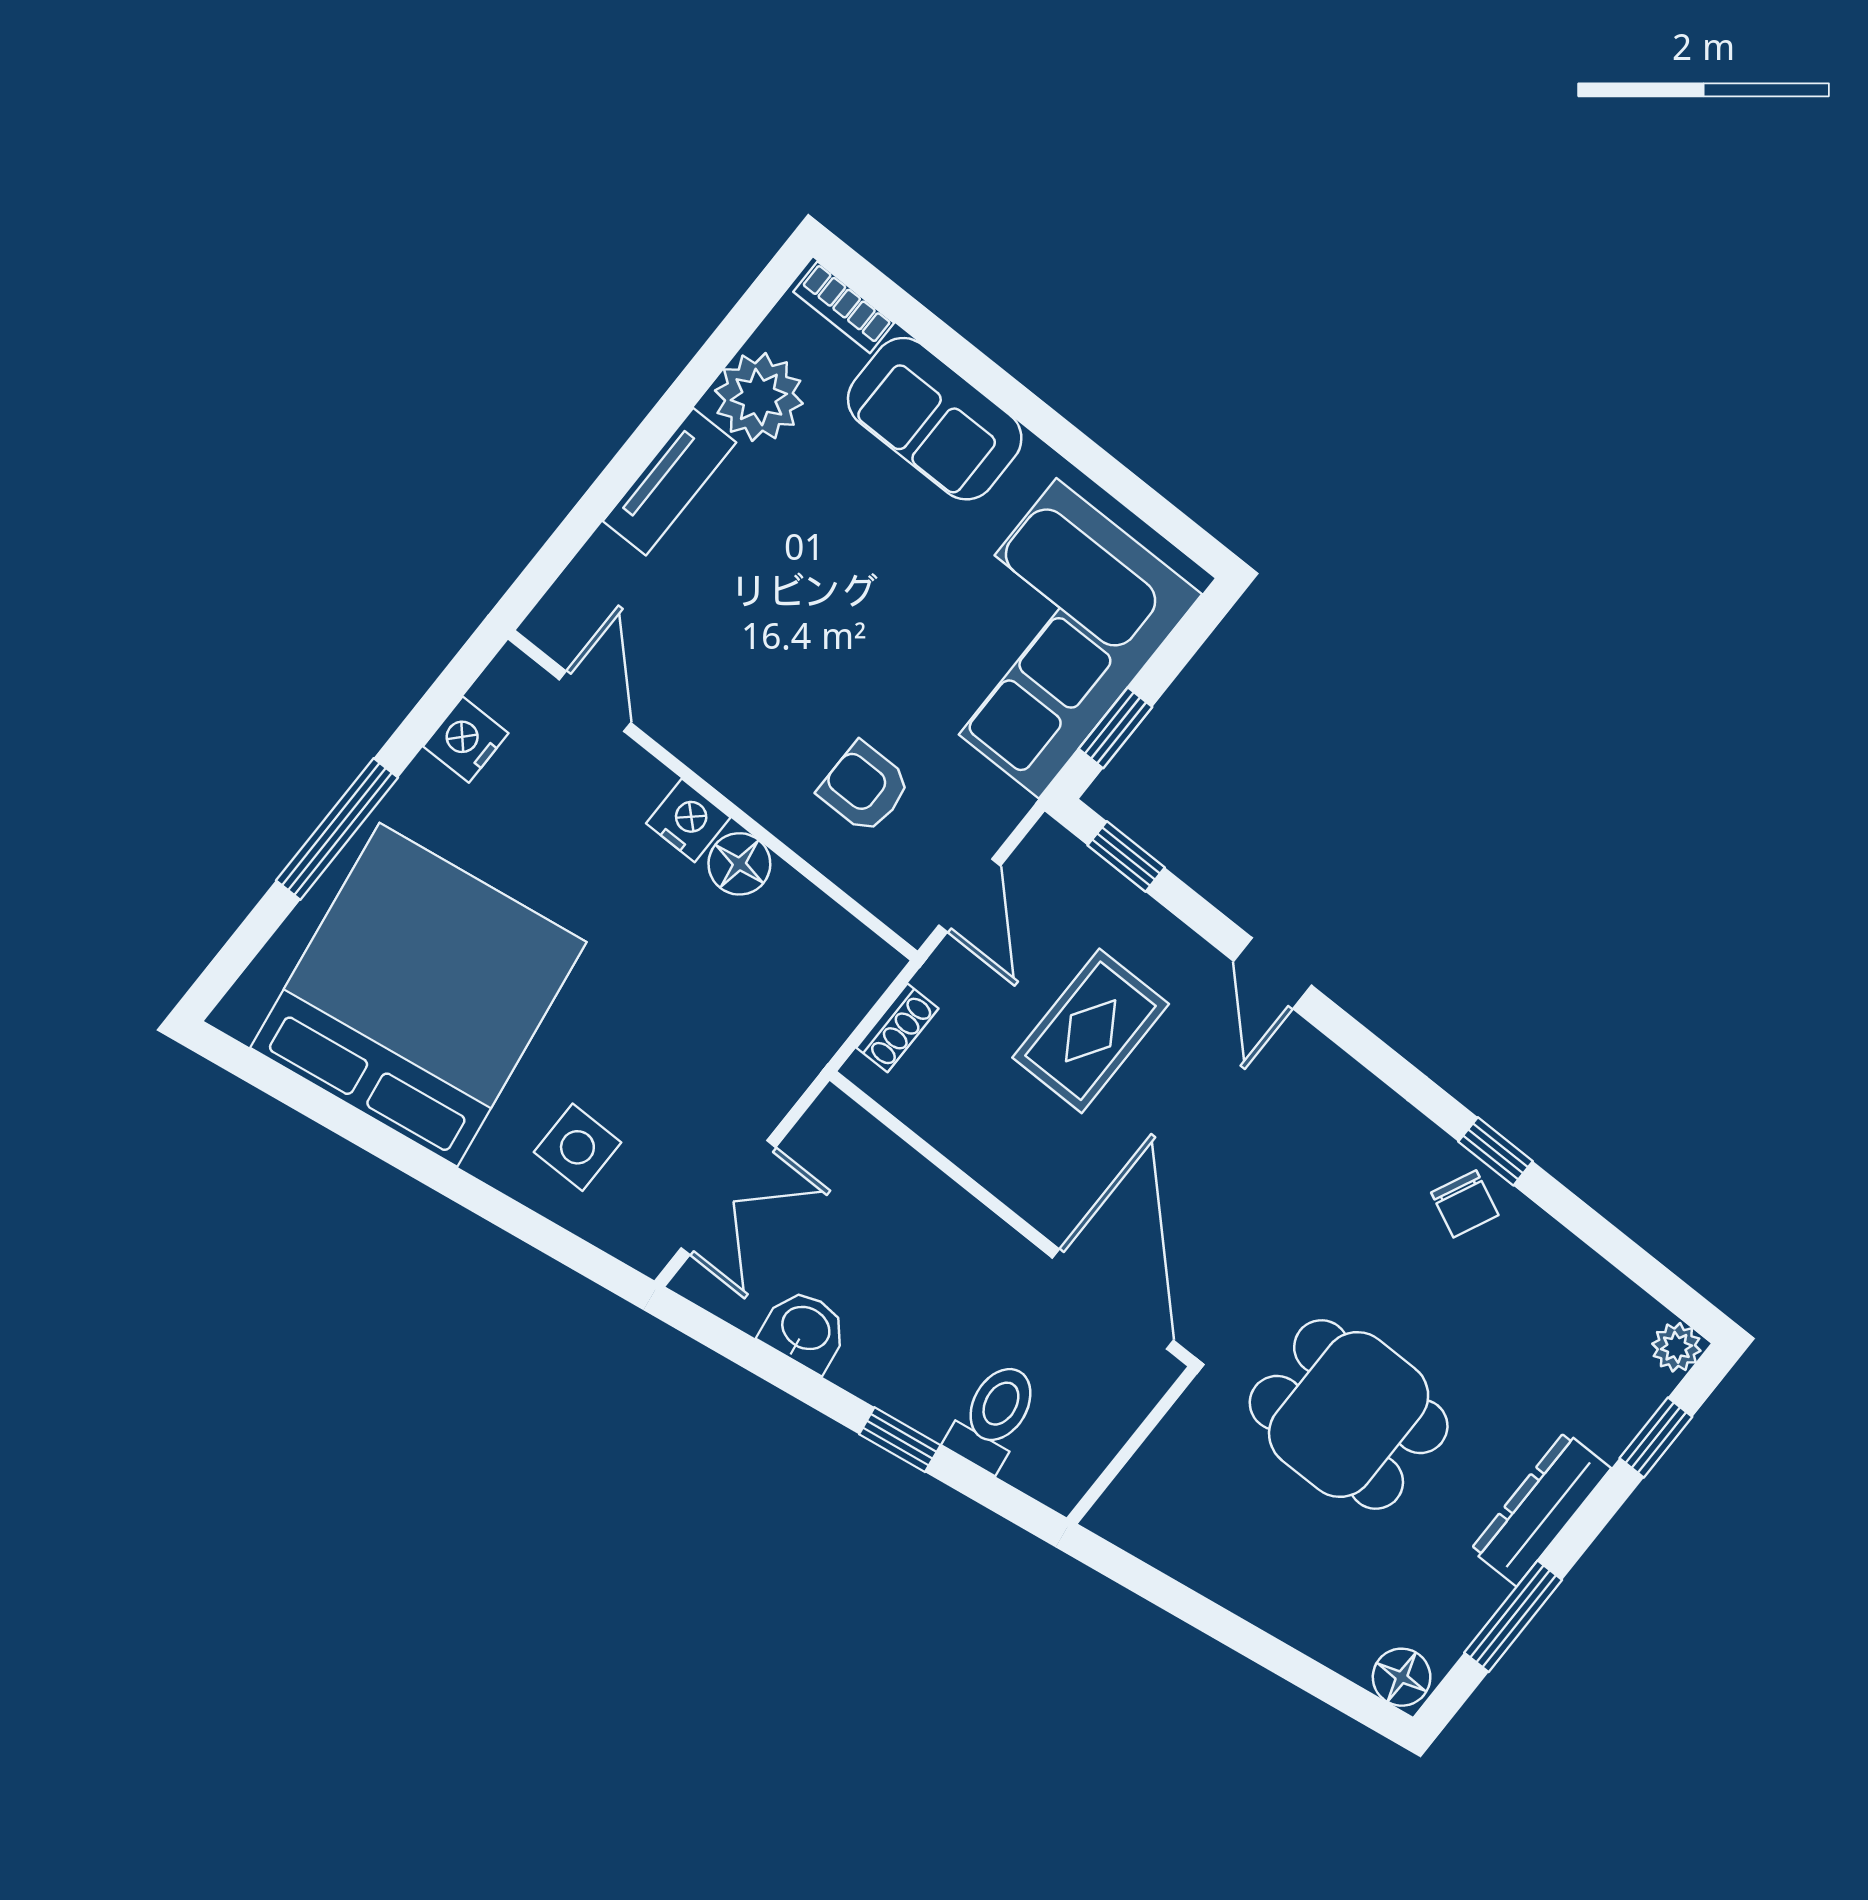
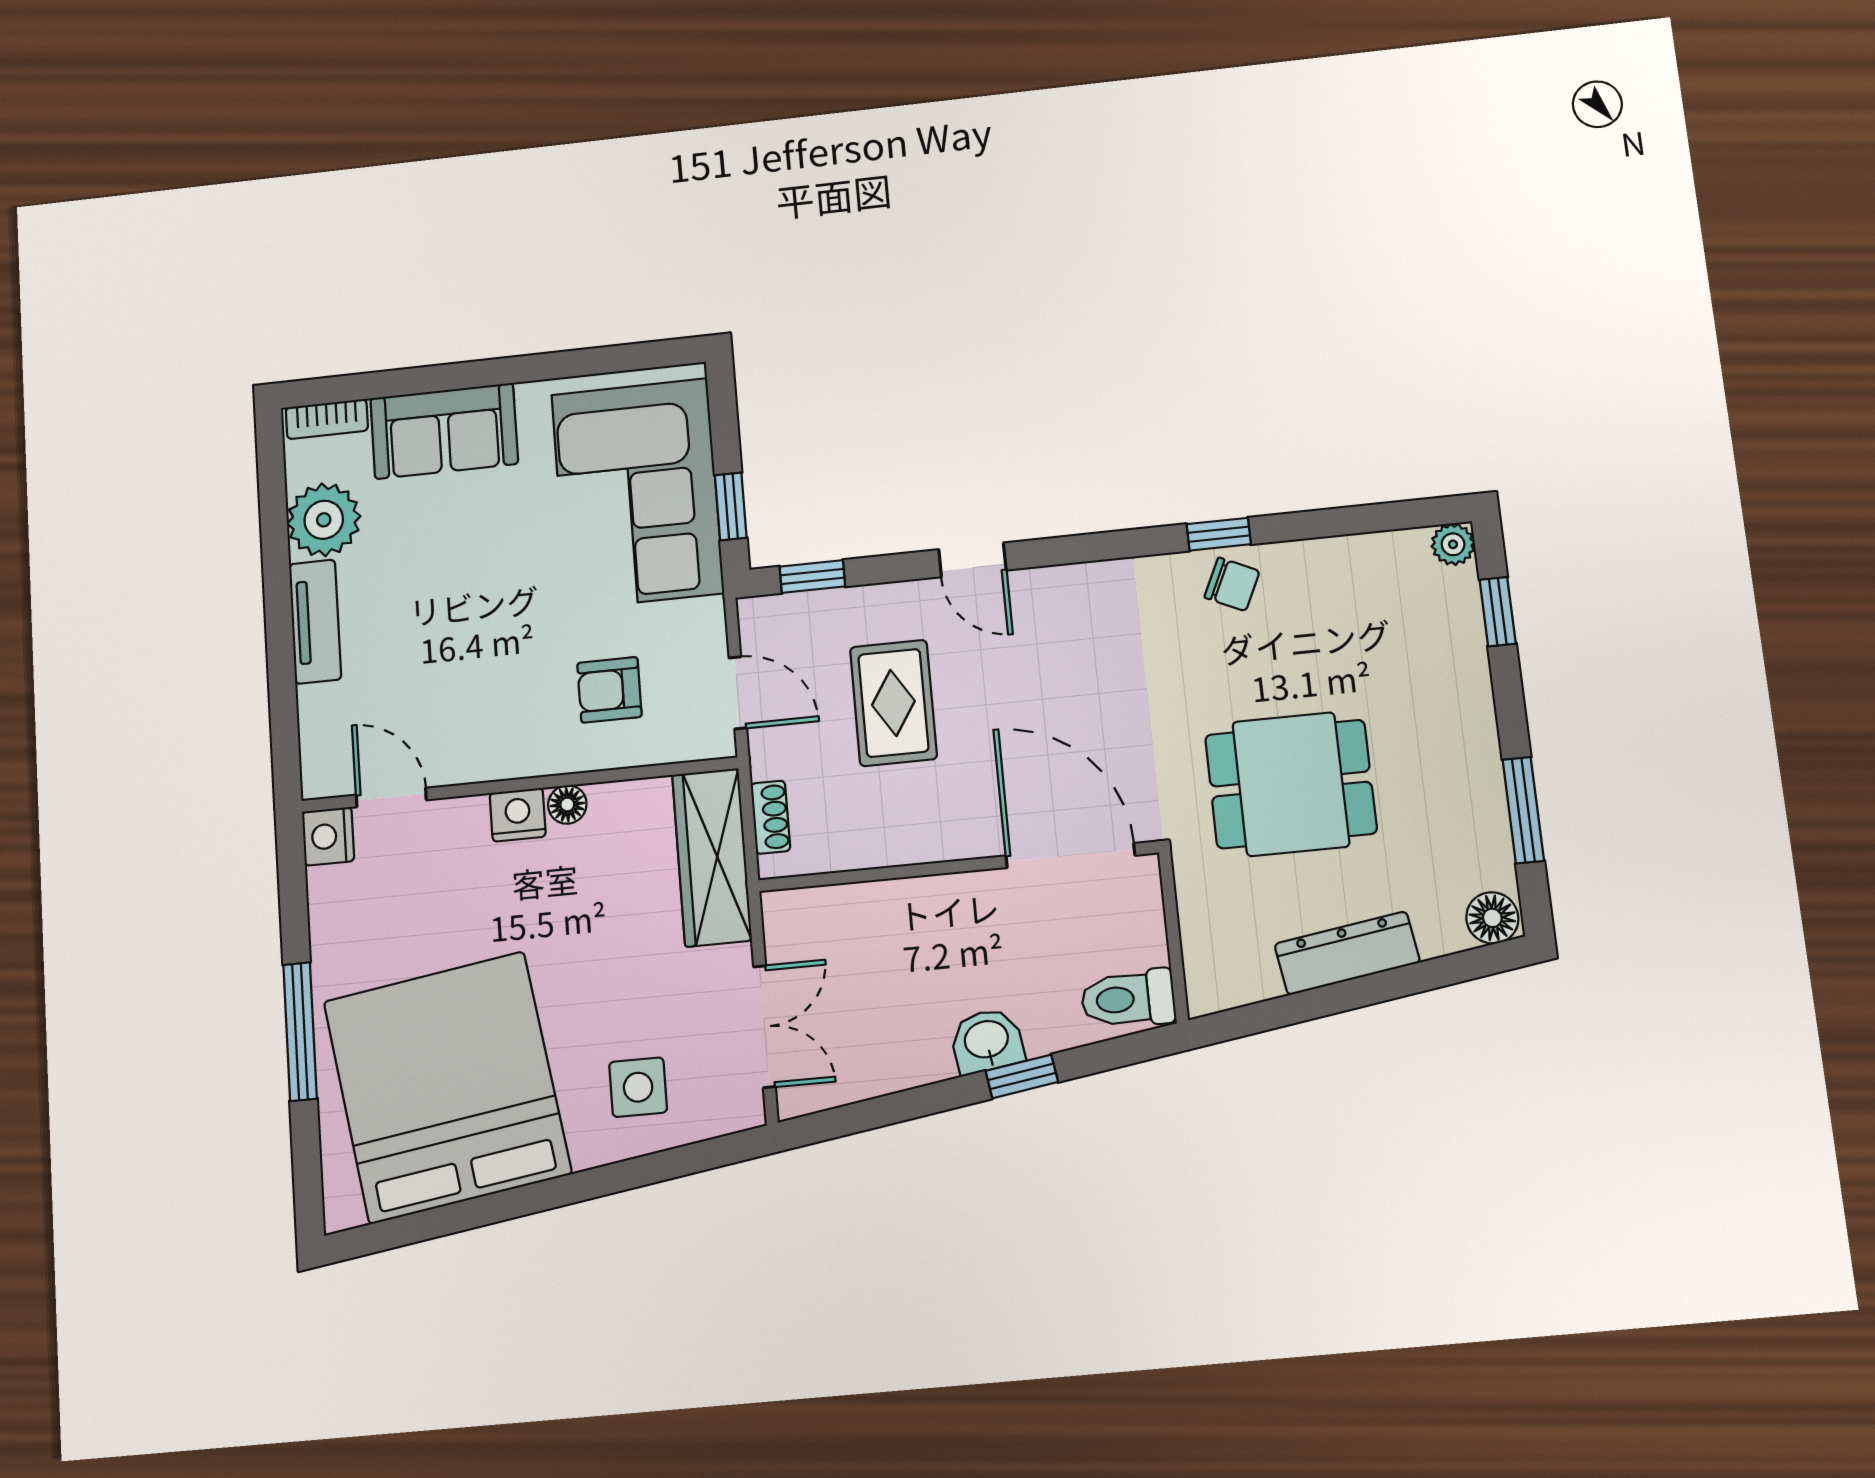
nightstand: (466, 740) -> (328, 836), moved
floor lamp: (739, 864) -> (567, 805), width x0.73, depth x0.73
wardrobe: (817, 1014) -> (712, 857), added
washbasin: (805, 1330) -> (987, 1041), moved
toilet: (994, 1416) -> (1128, 999), moved, turned -81
dresser: (1541, 1509) -> (1347, 953), moved, turned 81

